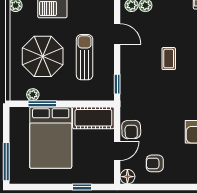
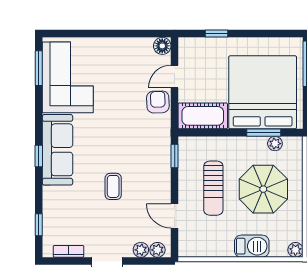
bed: (51, 138) -> (263, 92), width x1.36
armchair: (155, 163) -> (130, 62), removed

